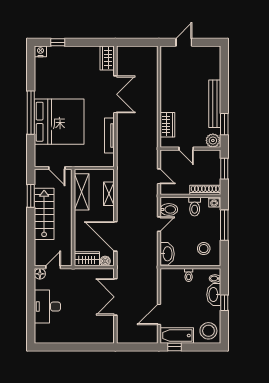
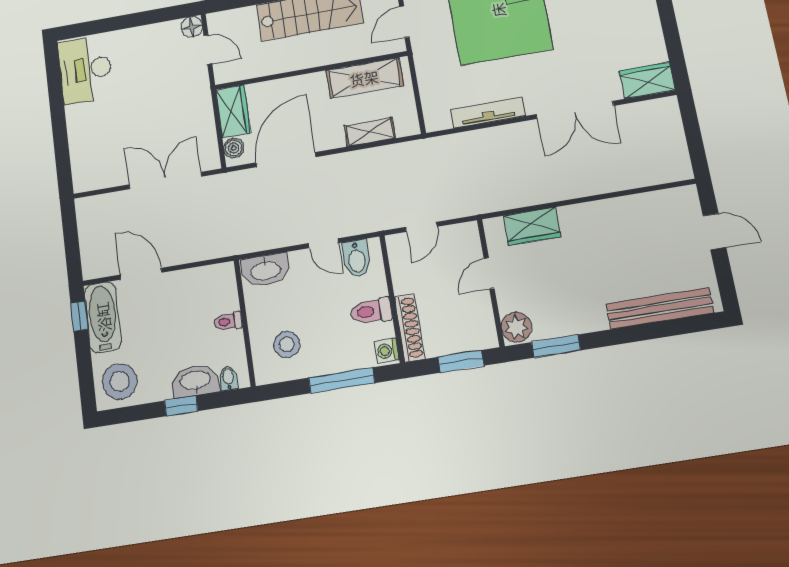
bench: (215, 104) -> (660, 308), moved
desk: (47, 307) -> (86, 70), moved, turned -90

